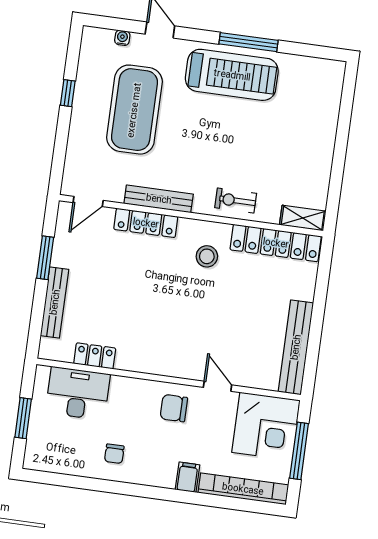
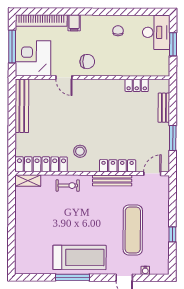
treadmill: (232, 75) -> (80, 257), turned 180
exercise mat: (134, 110) -> (133, 230), width x0.68
bench: (55, 302) -> (164, 108), width x0.73
desk: (78, 393) -> (156, 32), moved, turned -90

